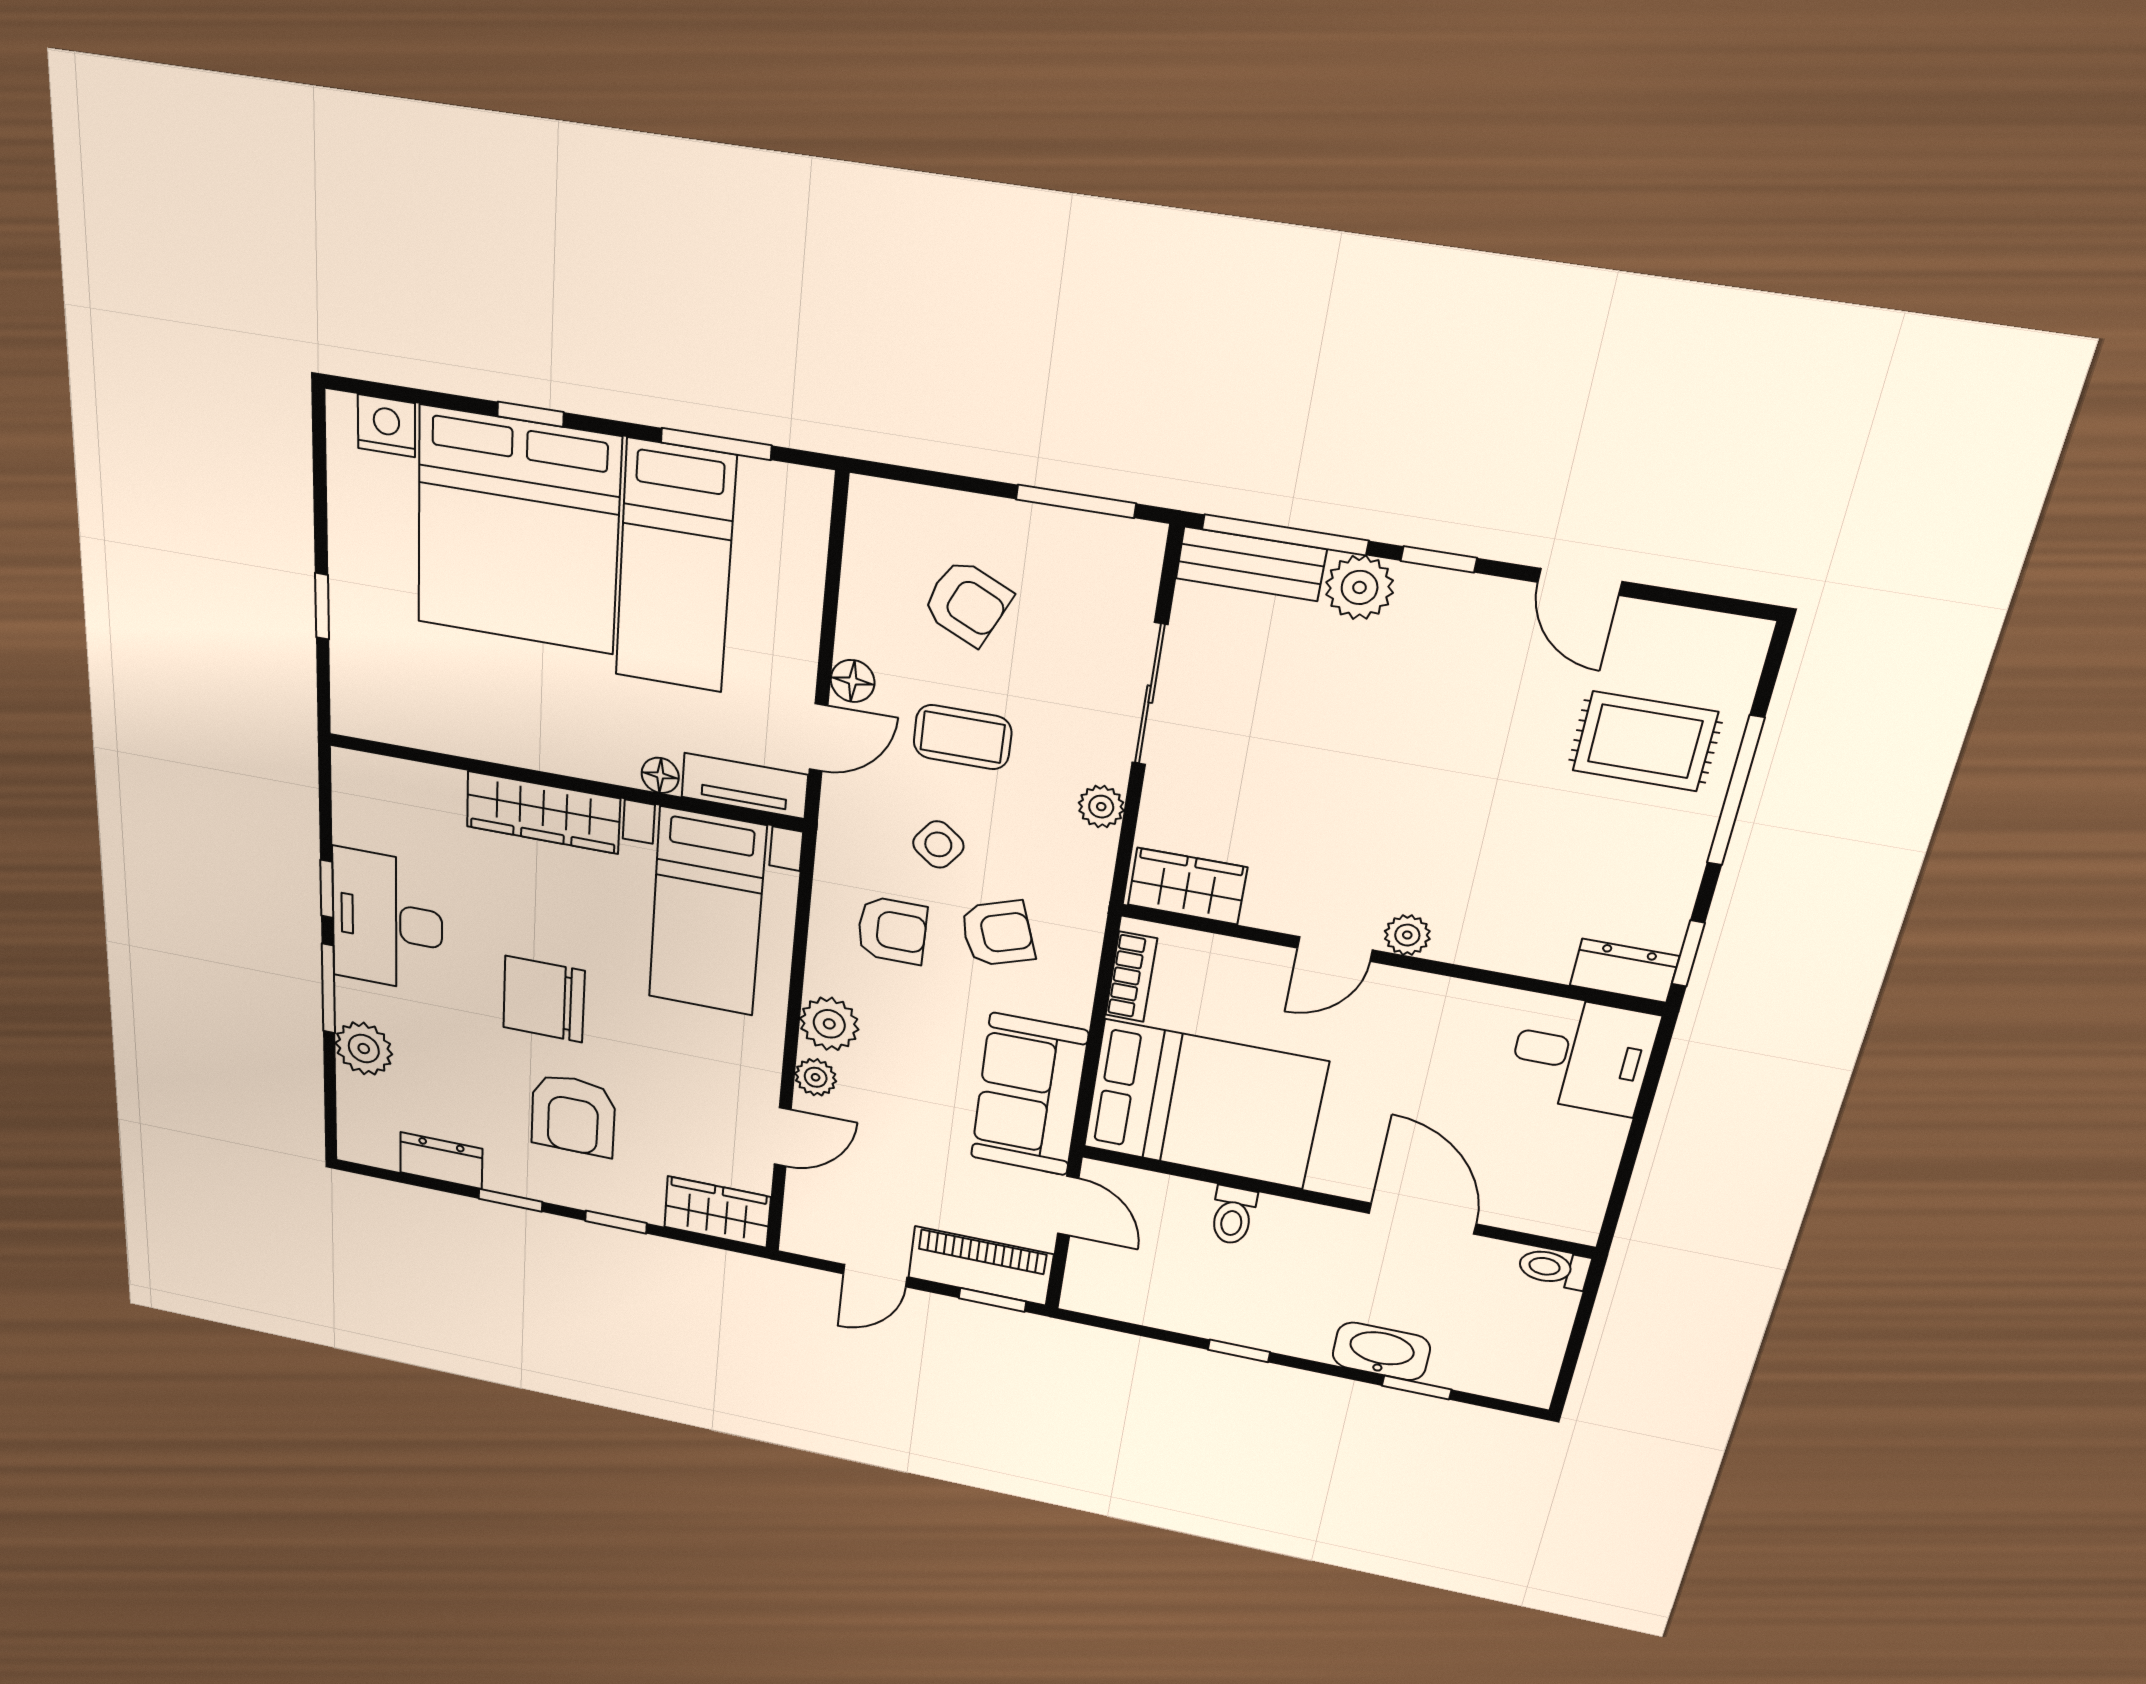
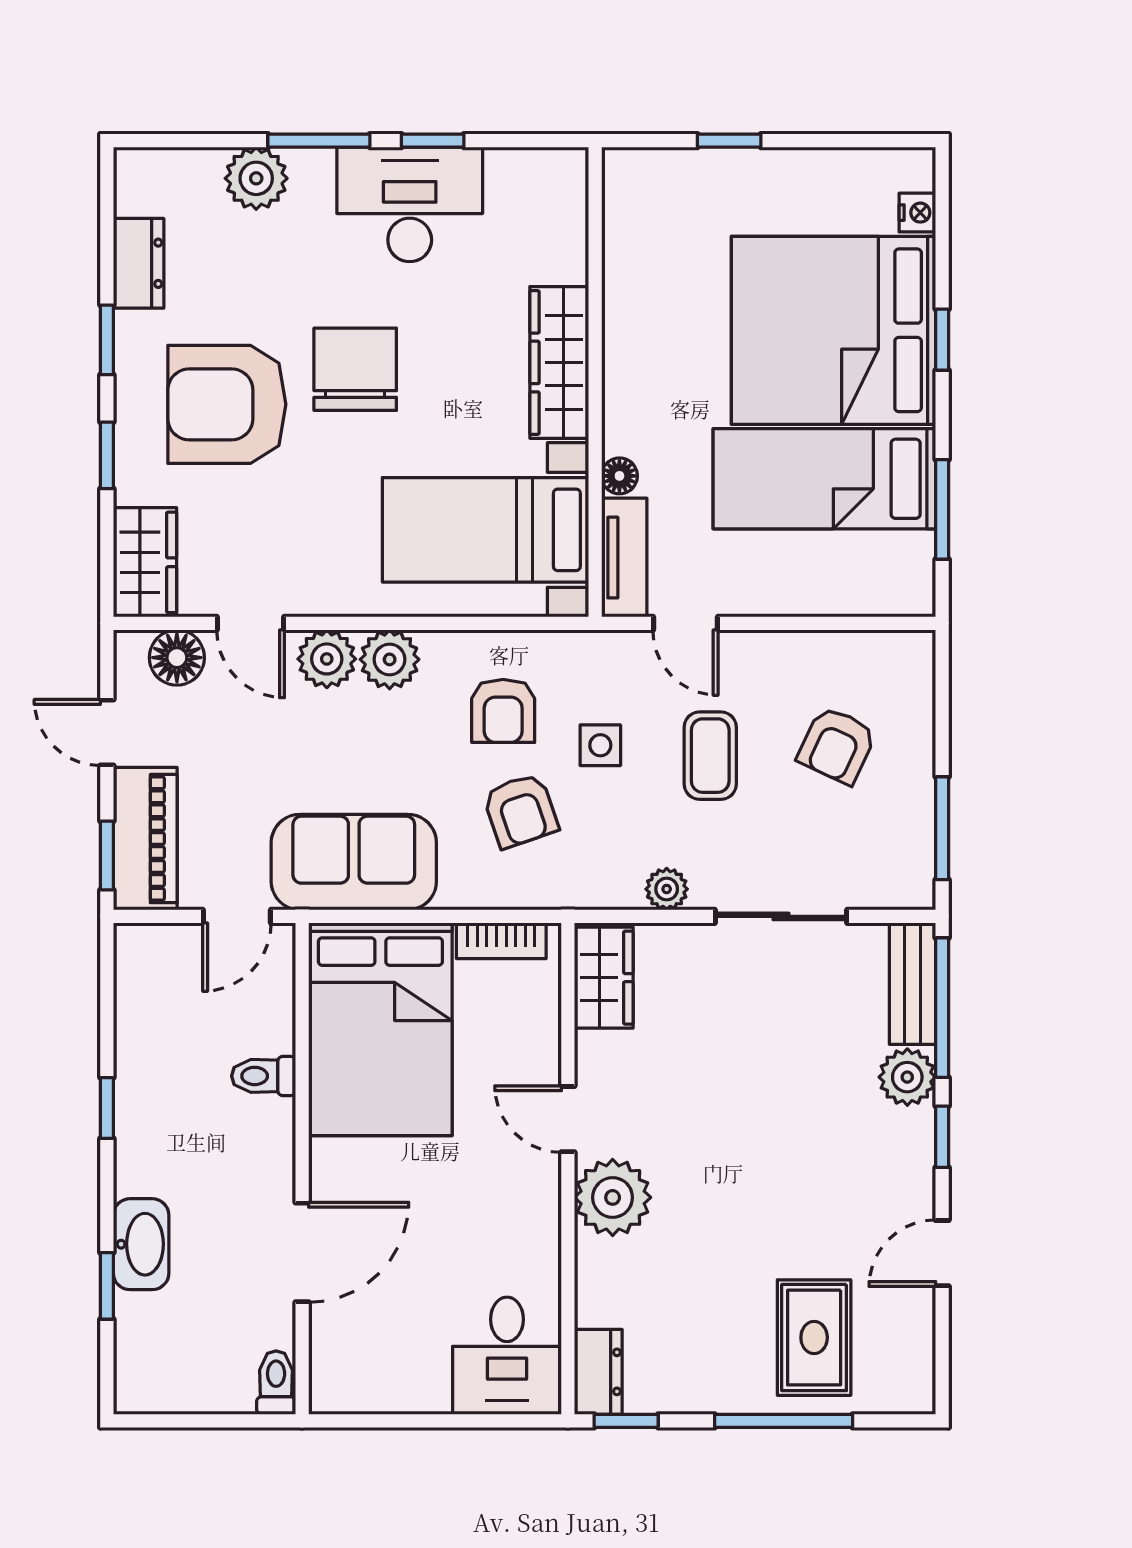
nightstand: (386, 426) -> (917, 213), width x0.72, depth x0.74
floor lamp: (853, 681) -> (177, 658), moved, width x1.37, depth x1.37
side table: (938, 844) -> (600, 745), turned -37
plant: (1407, 935) -> (613, 1197), width x1.87, depth x1.87
plant: (816, 1077) -> (327, 659), width x1.38, depth x1.38
armchair: (573, 1115) -> (227, 404), width x1.36, depth x1.36

